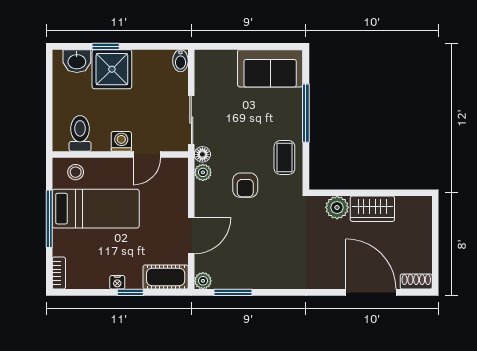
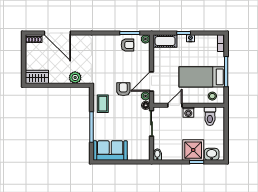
wardrobe: (372, 209) -> (37, 77), moved
door: (191, 235) -> (152, 81), moved
armchair: (237, 270) -> (128, 45), added

